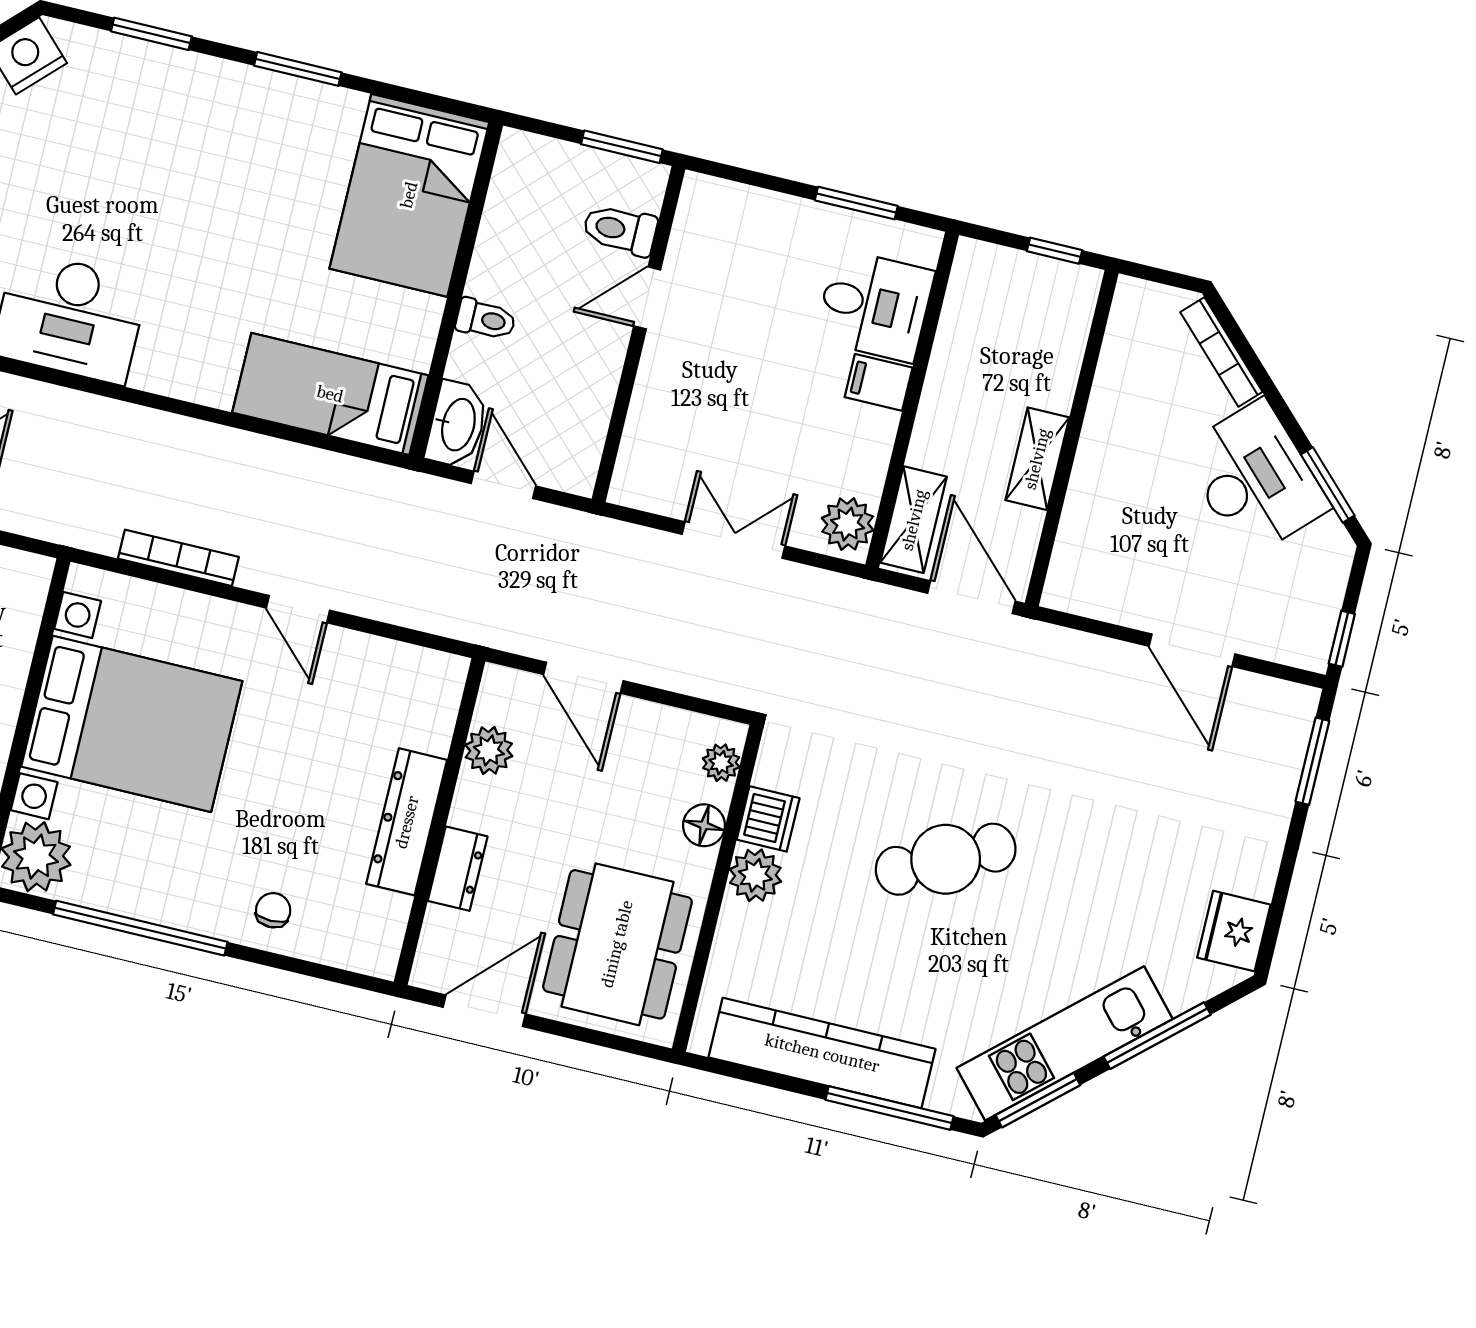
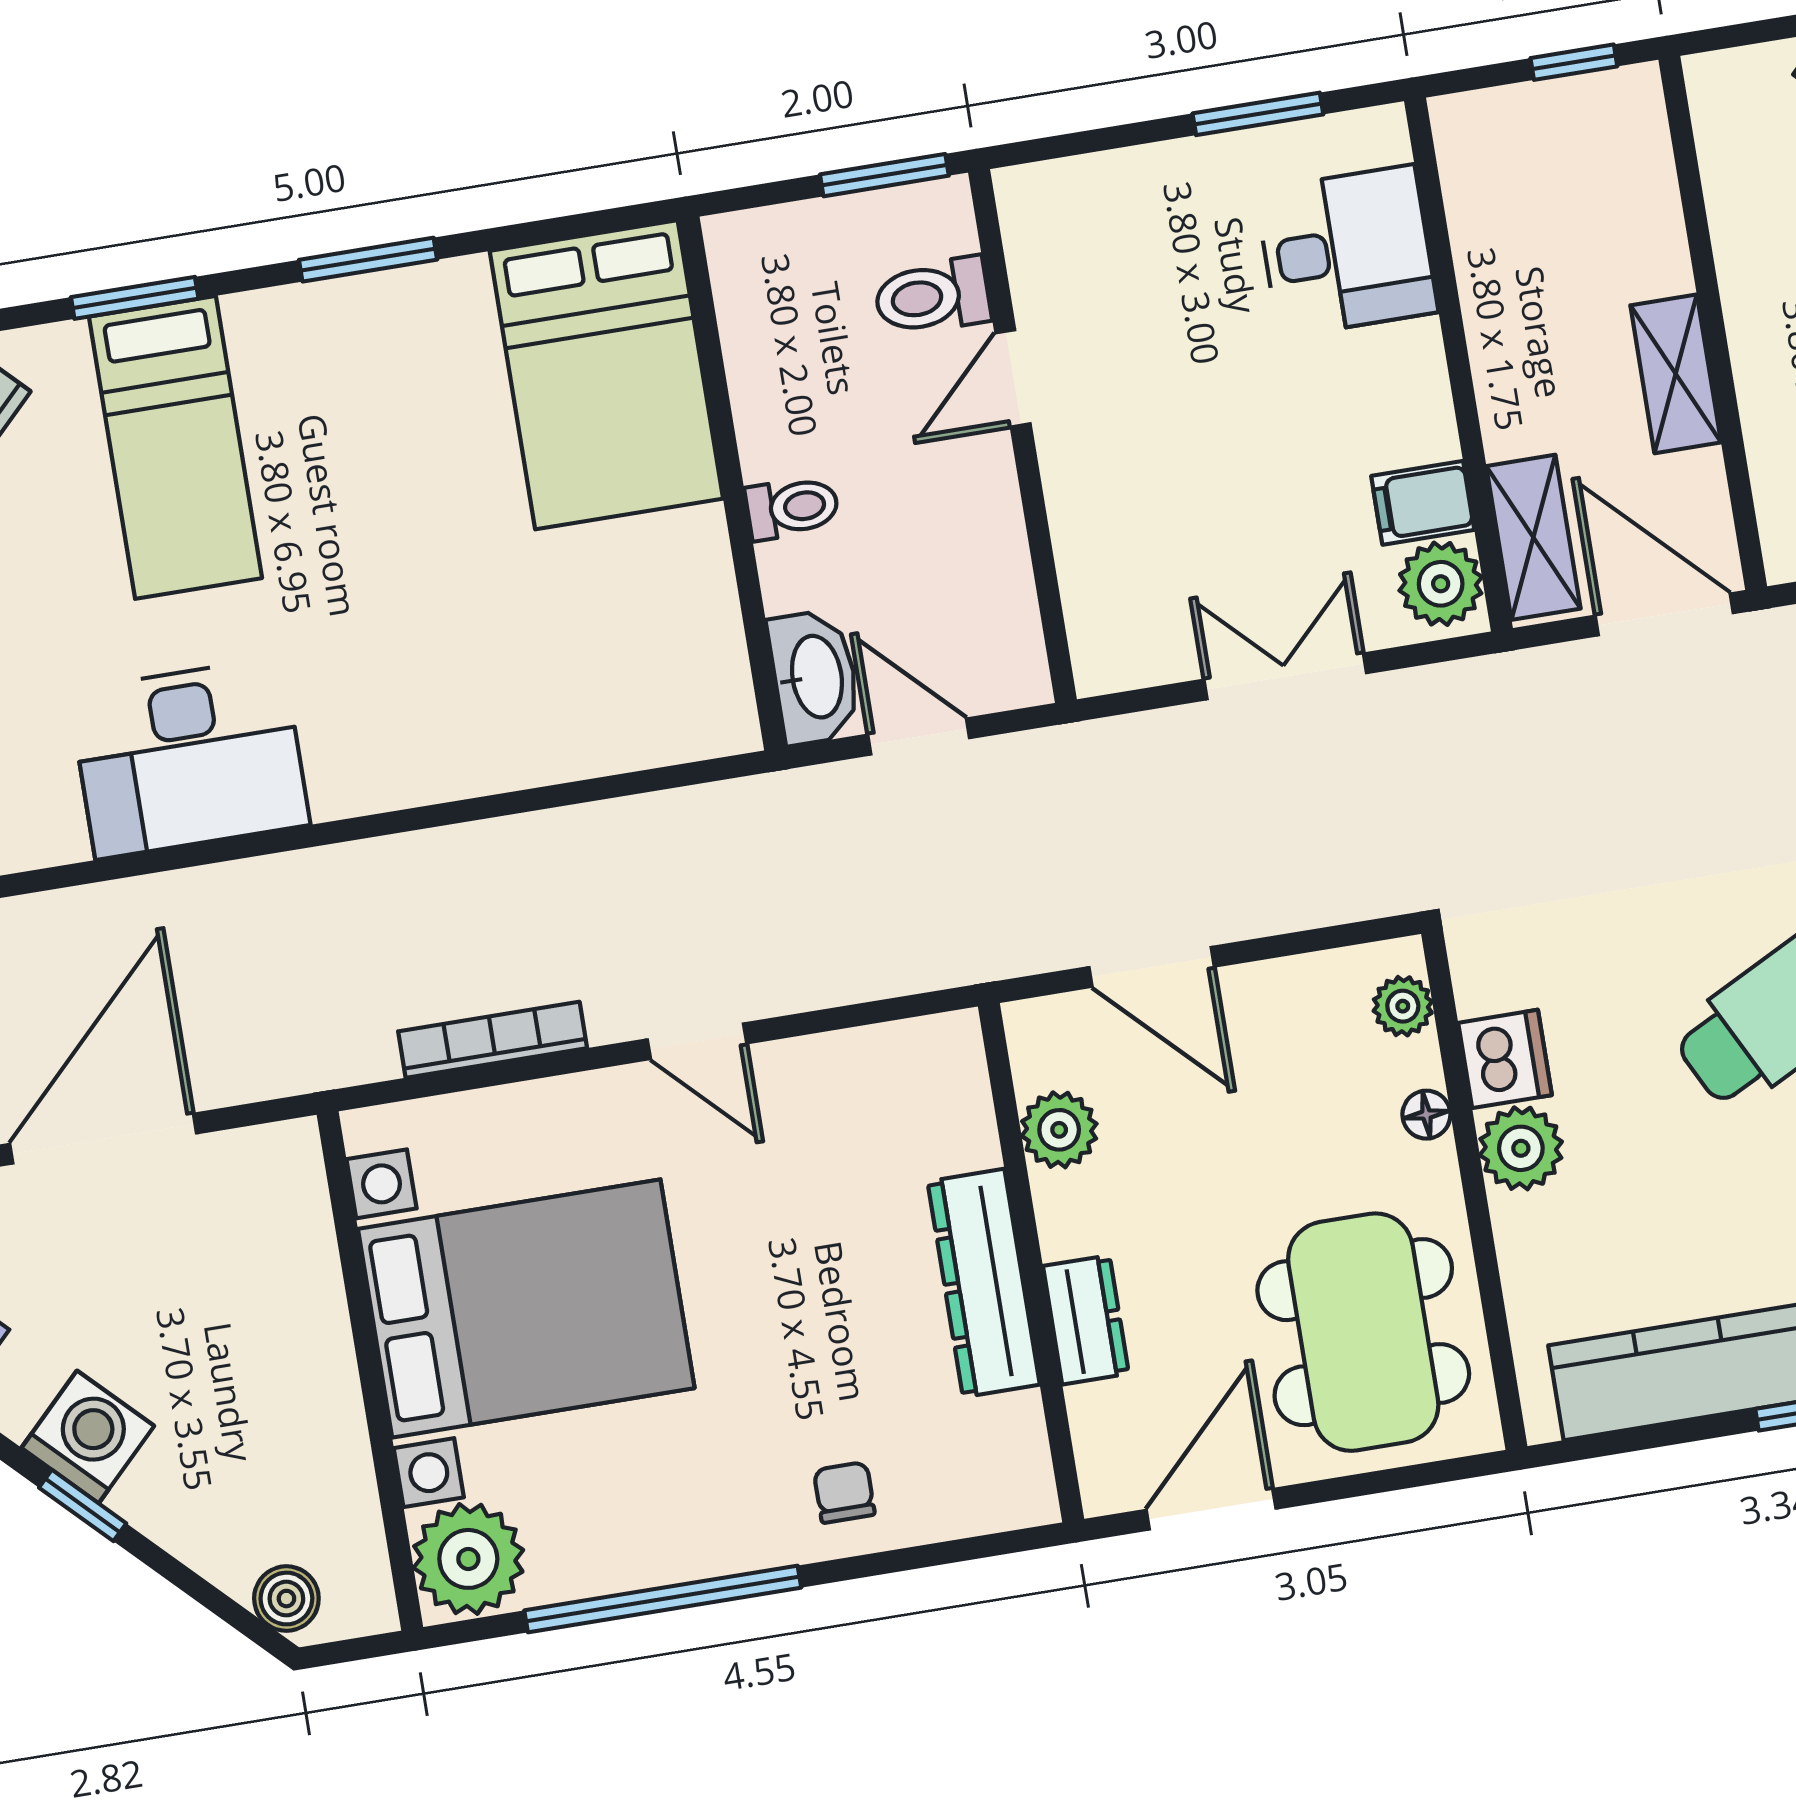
filing cabinet: (879, 382) -> (1423, 503), moved
bed: (330, 394) -> (175, 447), moved, turned -90
floor lamp: (704, 825) -> (1426, 1115), width x0.73, depth x0.73

